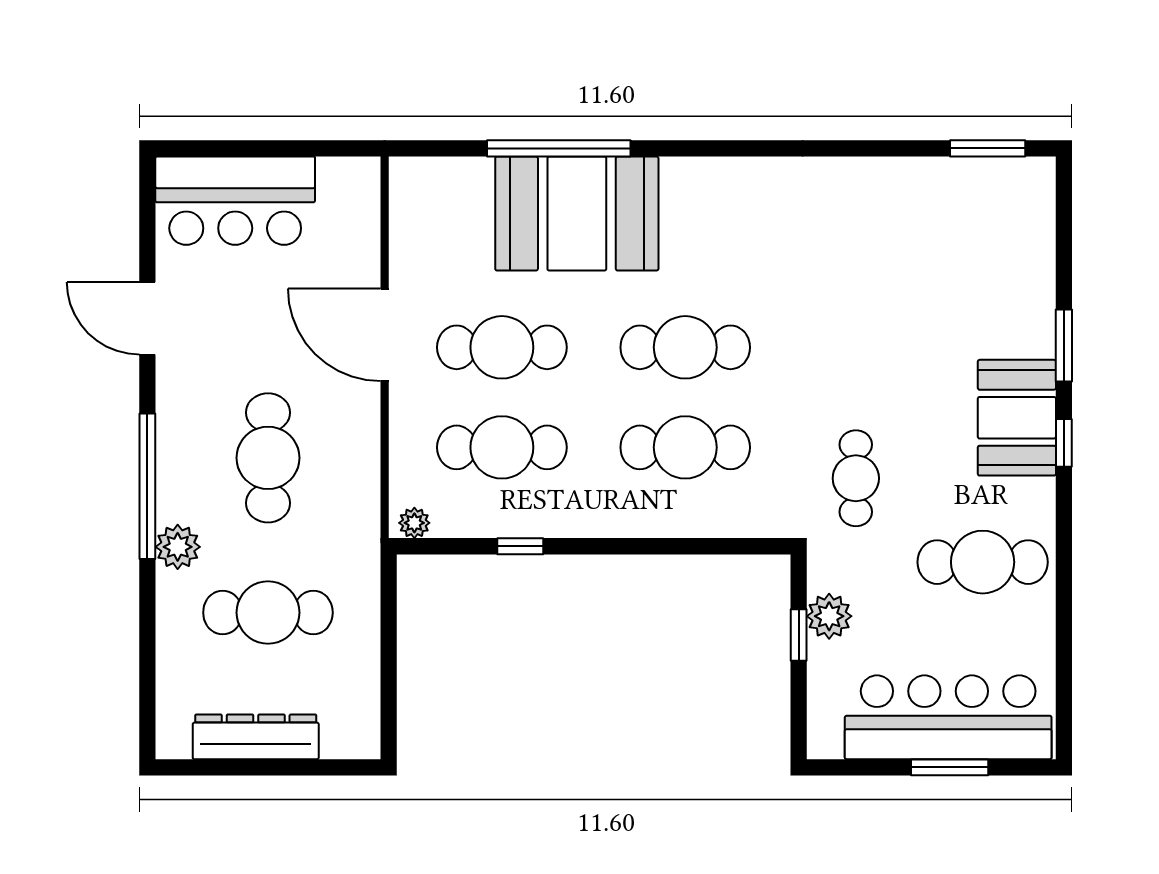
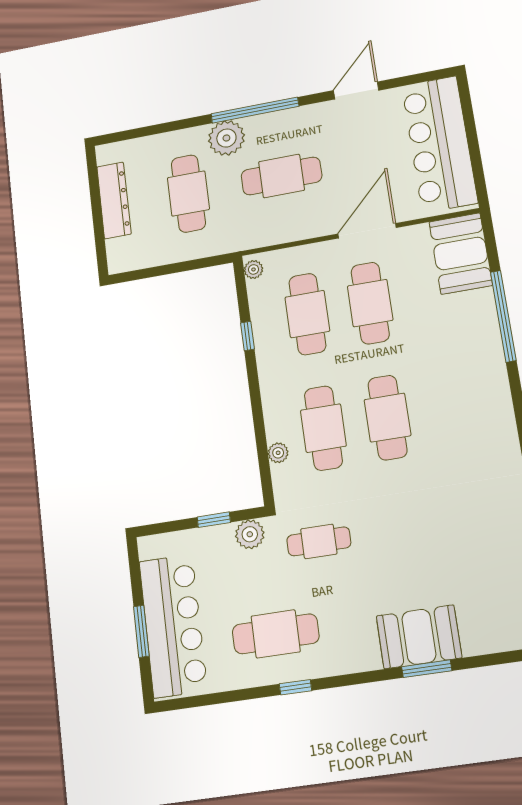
bar counter: (235, 201) -> (439, 144), width x1.36
booth: (577, 214) -> (461, 254), moved, width x0.73, depth x0.70
booth: (1017, 418) -> (419, 637), moved
window: (1064, 443) -> (295, 687), moved
plant: (712, 522) -> (278, 453), added
plant: (178, 547) -> (226, 138), width x1.36, depth x1.36
cafe table: (983, 562) -> (276, 634), turned 90
plant: (829, 616) -> (250, 534), moved

